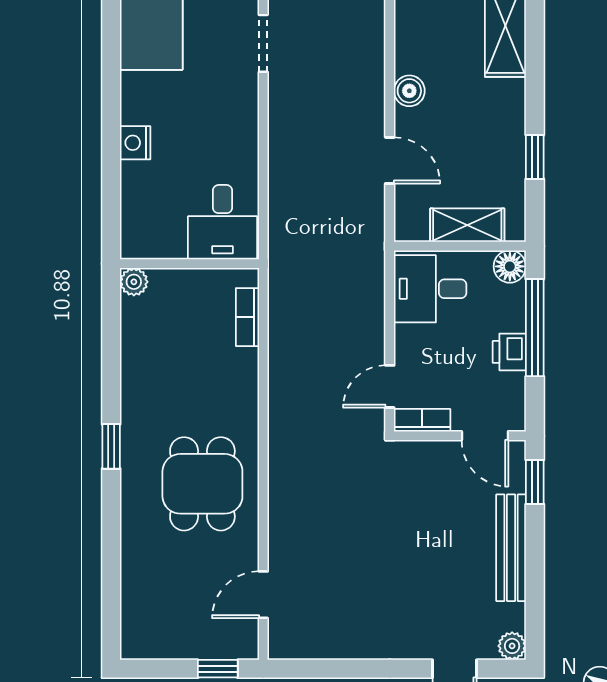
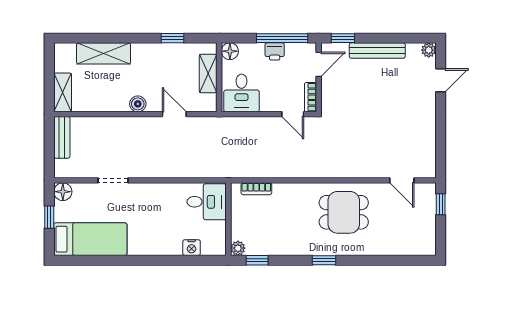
nightstand: (135, 143) -> (192, 248), moved
door: (390, 160) -> (174, 114), hinge flipped
window: (111, 319) -> (257, 260), added
window: (535, 328) -> (282, 38), moved

